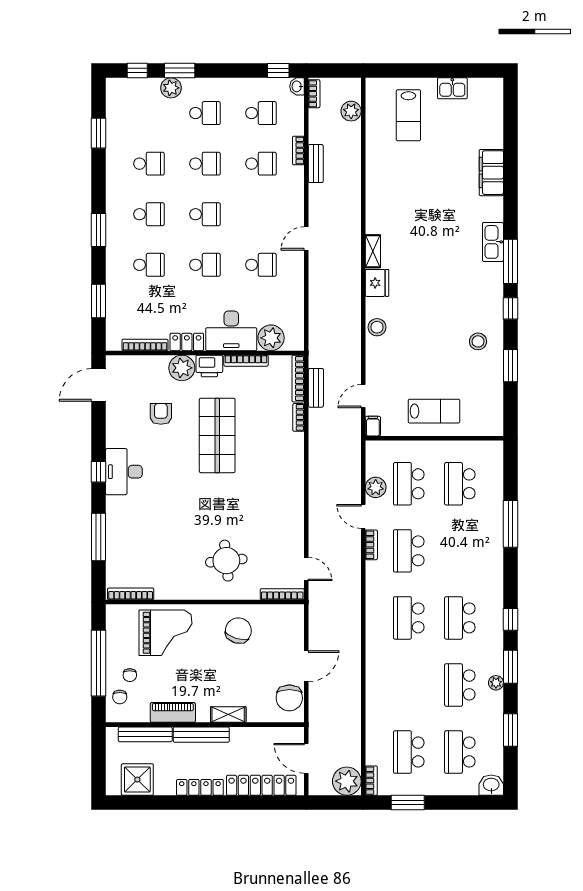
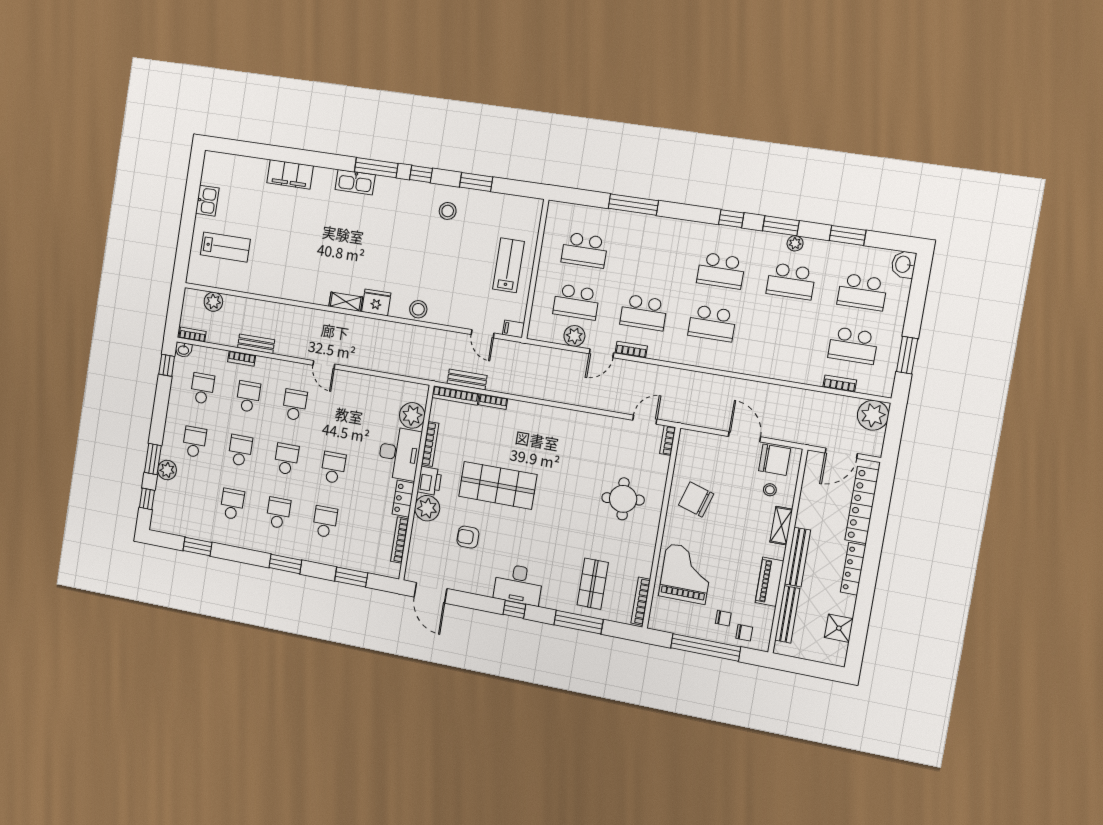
school desk: (261, 265) -> (295, 405), moved
shop shelf: (139, 545) -> (593, 584), added
bookcase: (282, 594) -> (668, 440), width x0.64
stool: (260, 698) -> (770, 490), added
shower: (137, 780) -> (839, 628), width x0.73, depth x0.73
bookcase: (371, 781) -> (840, 384), moved

